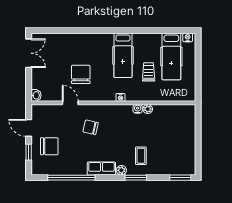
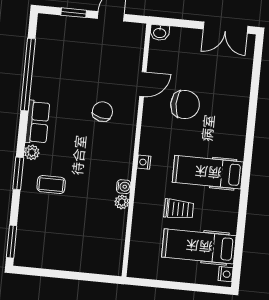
chair: (49, 146) -> (80, 45), removed

